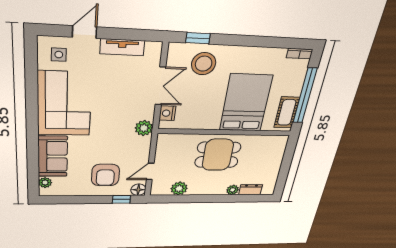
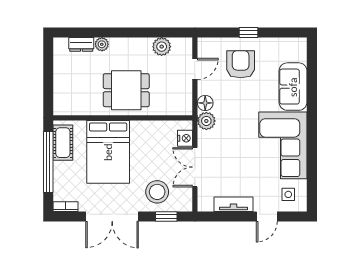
double door: (255, 41) -> (112, 217), added
plant: (45, 183) -> (300, 55), removed
floor lamp: (138, 190) -> (205, 103), moved
window: (121, 199) -> (249, 33), moved

